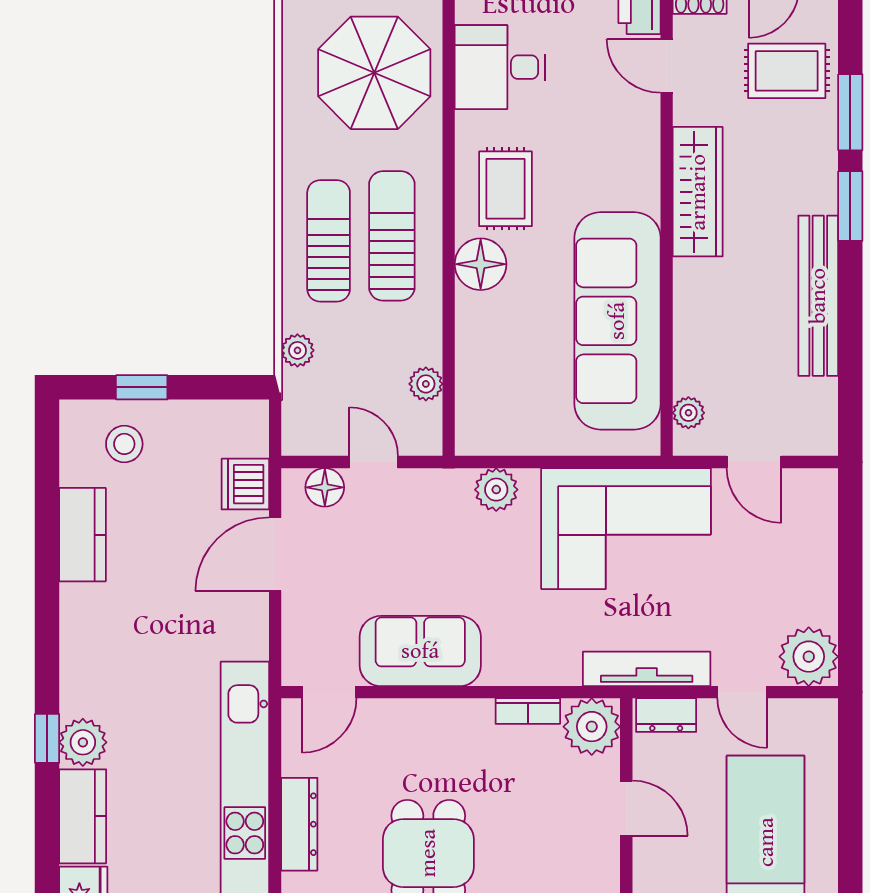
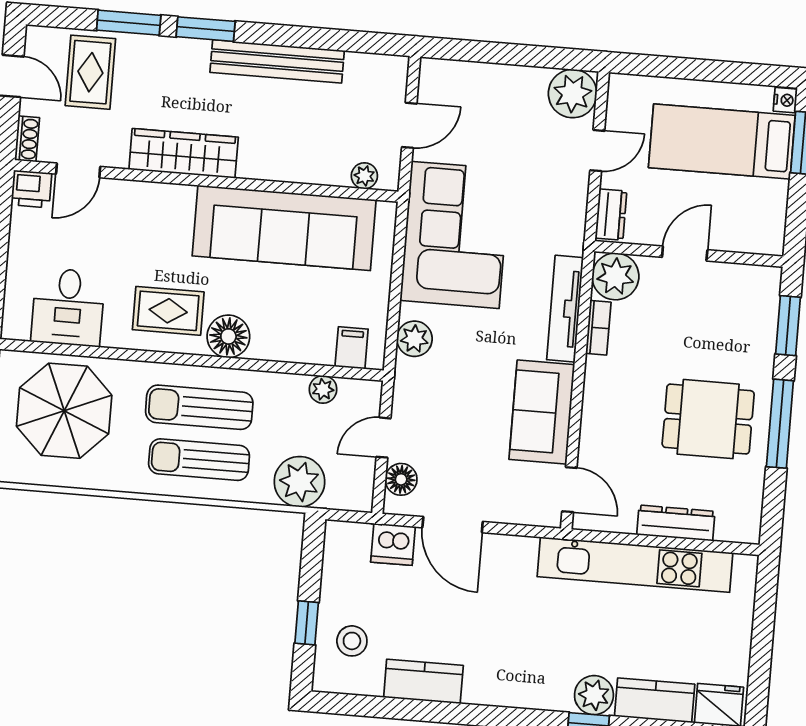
plant: (297, 350) -> (300, 482), width x1.88, depth x1.88
filing cabinet: (479, 414) -> (352, 348), added
tv unit: (647, 669) -> (565, 309), moved

